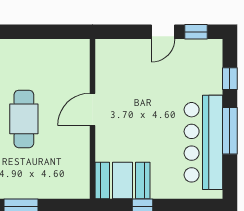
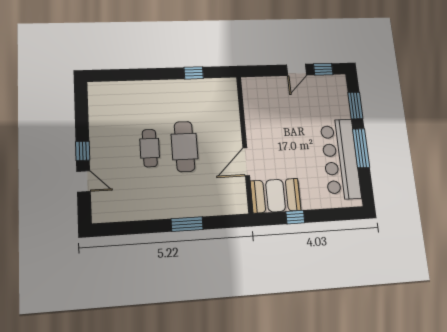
window: (40, 32) -> (194, 73), added
window: (230, 79) -> (355, 105), width x1.50
door: (92, 109) -> (246, 162), moved

